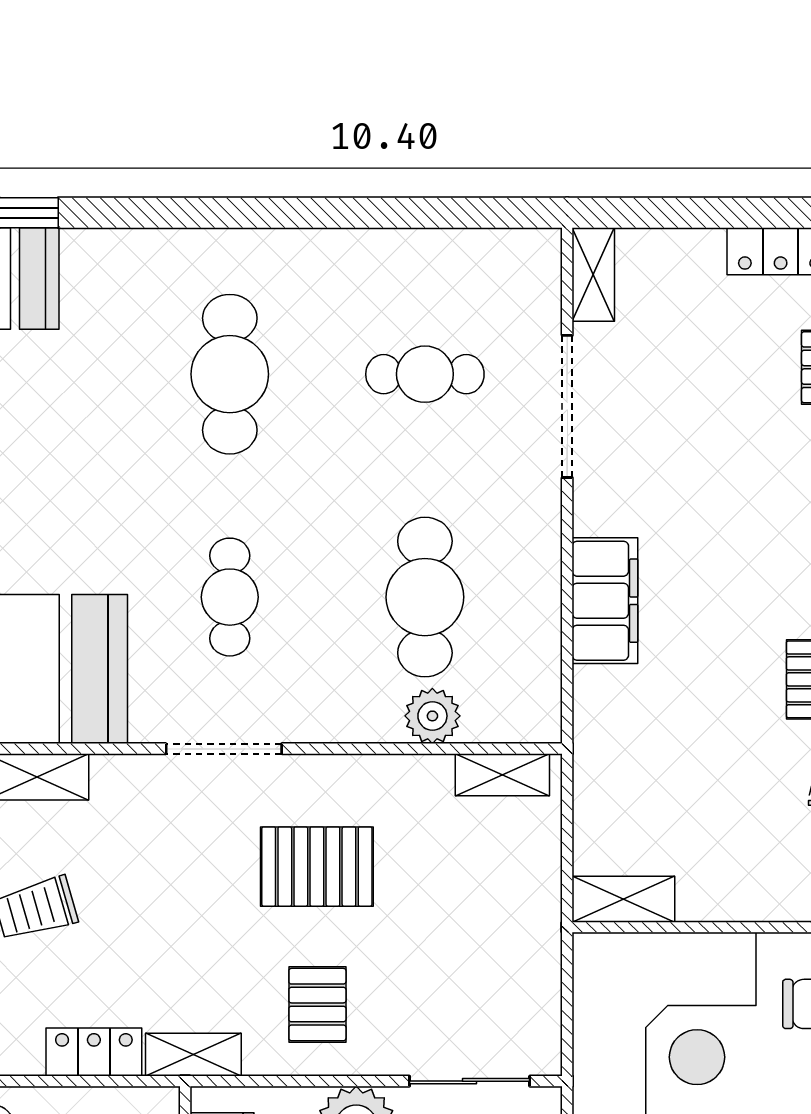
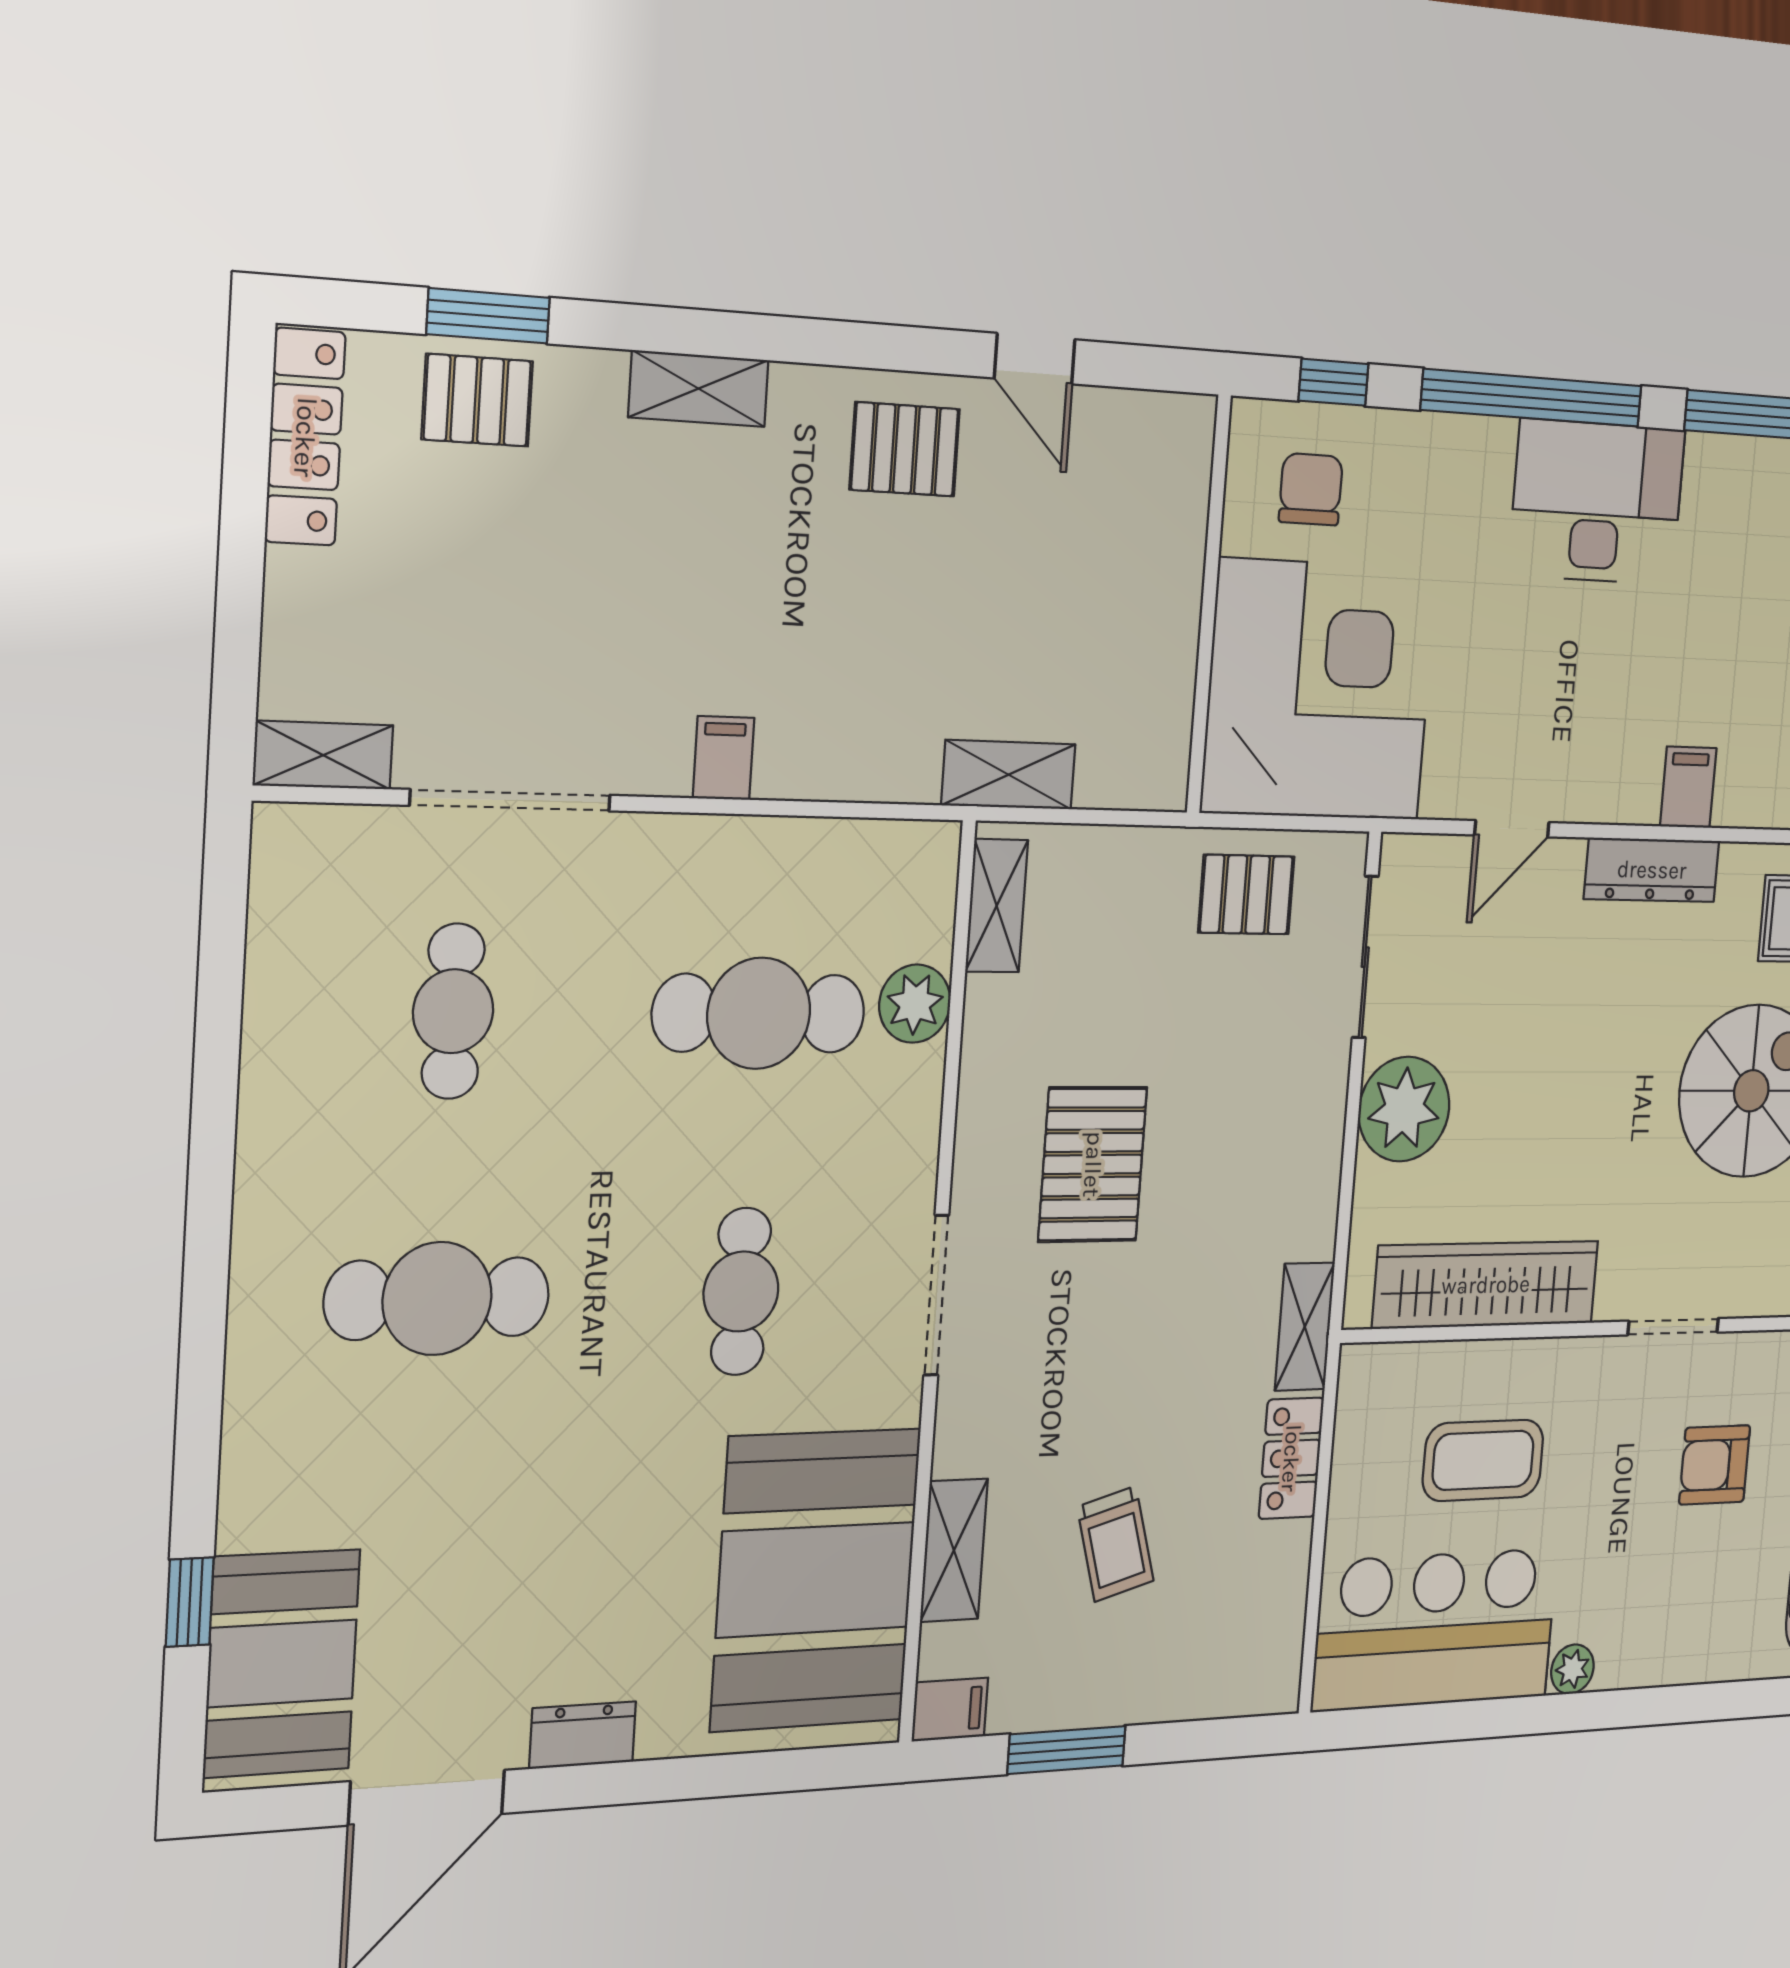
cafe table: (230, 597) -> (741, 1292), turned 90
filing cabinet: (605, 601) -> (724, 758), width x0.33, depth x0.86
shelving: (623, 899) -> (1008, 775), moved, turned 90
pallet: (317, 1005) -> (1246, 895), moved

